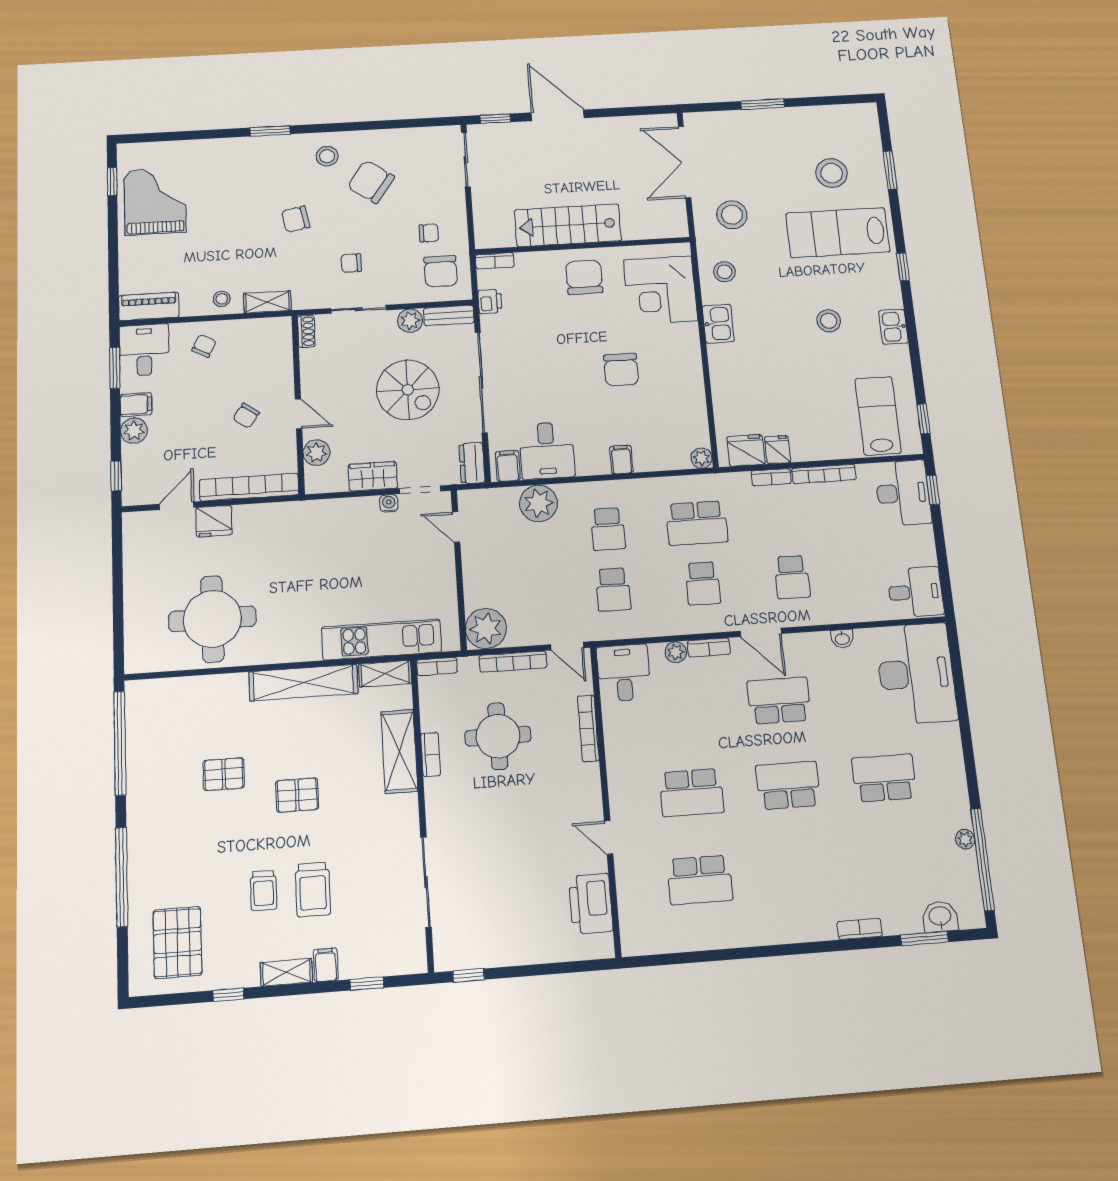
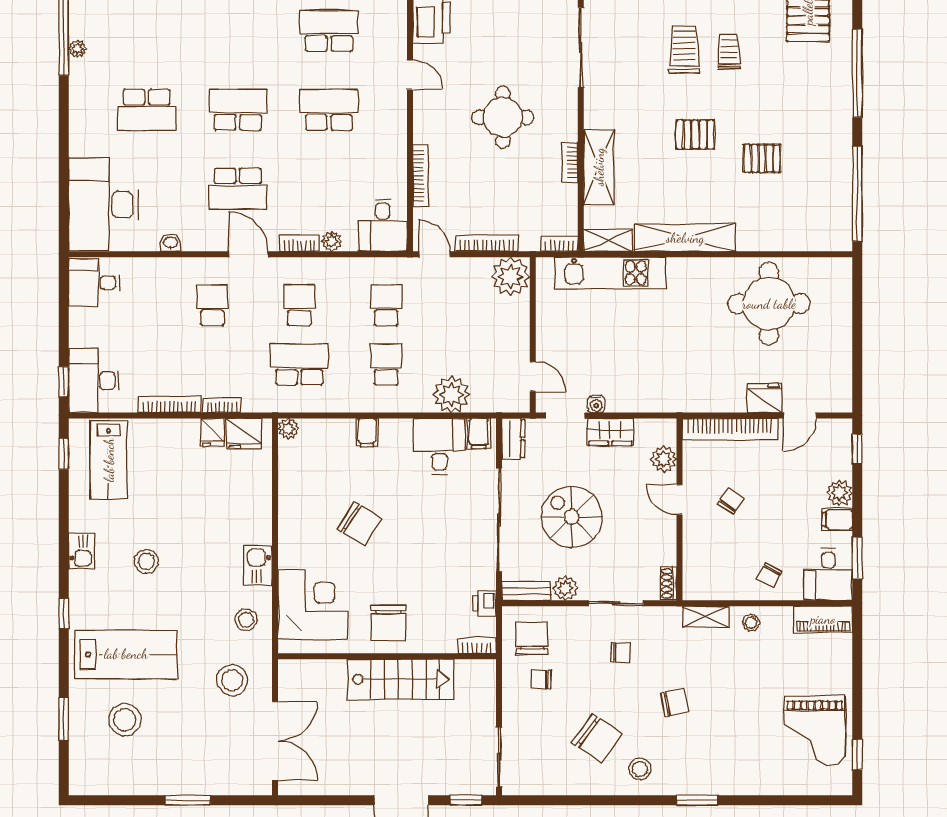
chair: (621, 370) -> (359, 524), turned 122
round table: (498, 736) -> (503, 117), moved
school desk: (788, 785) -> (238, 110), turned 180

